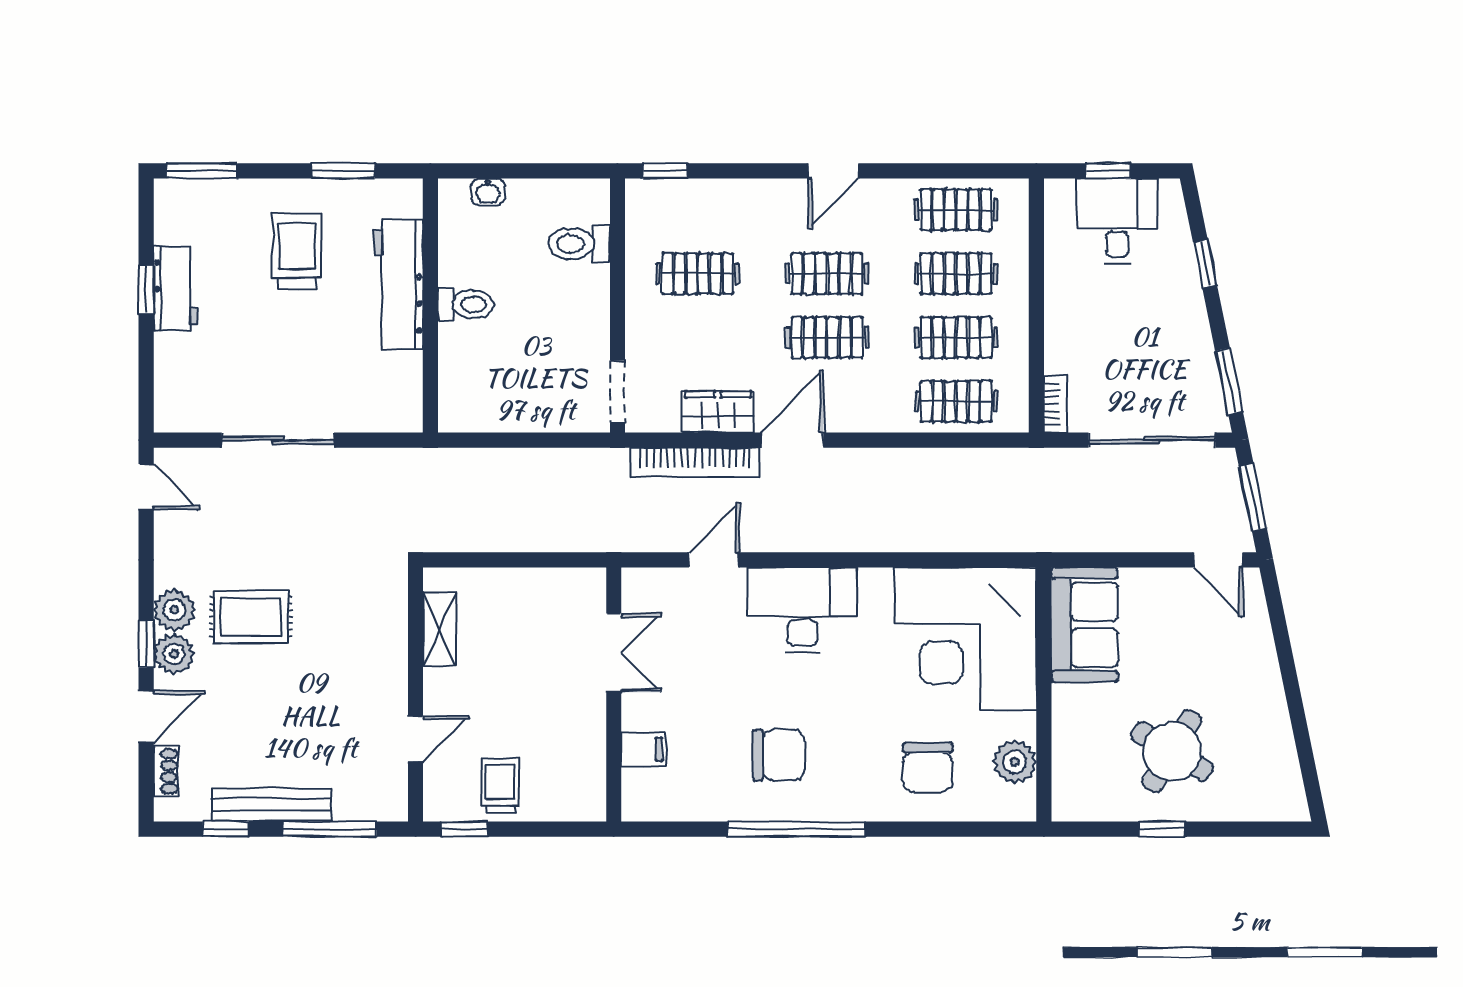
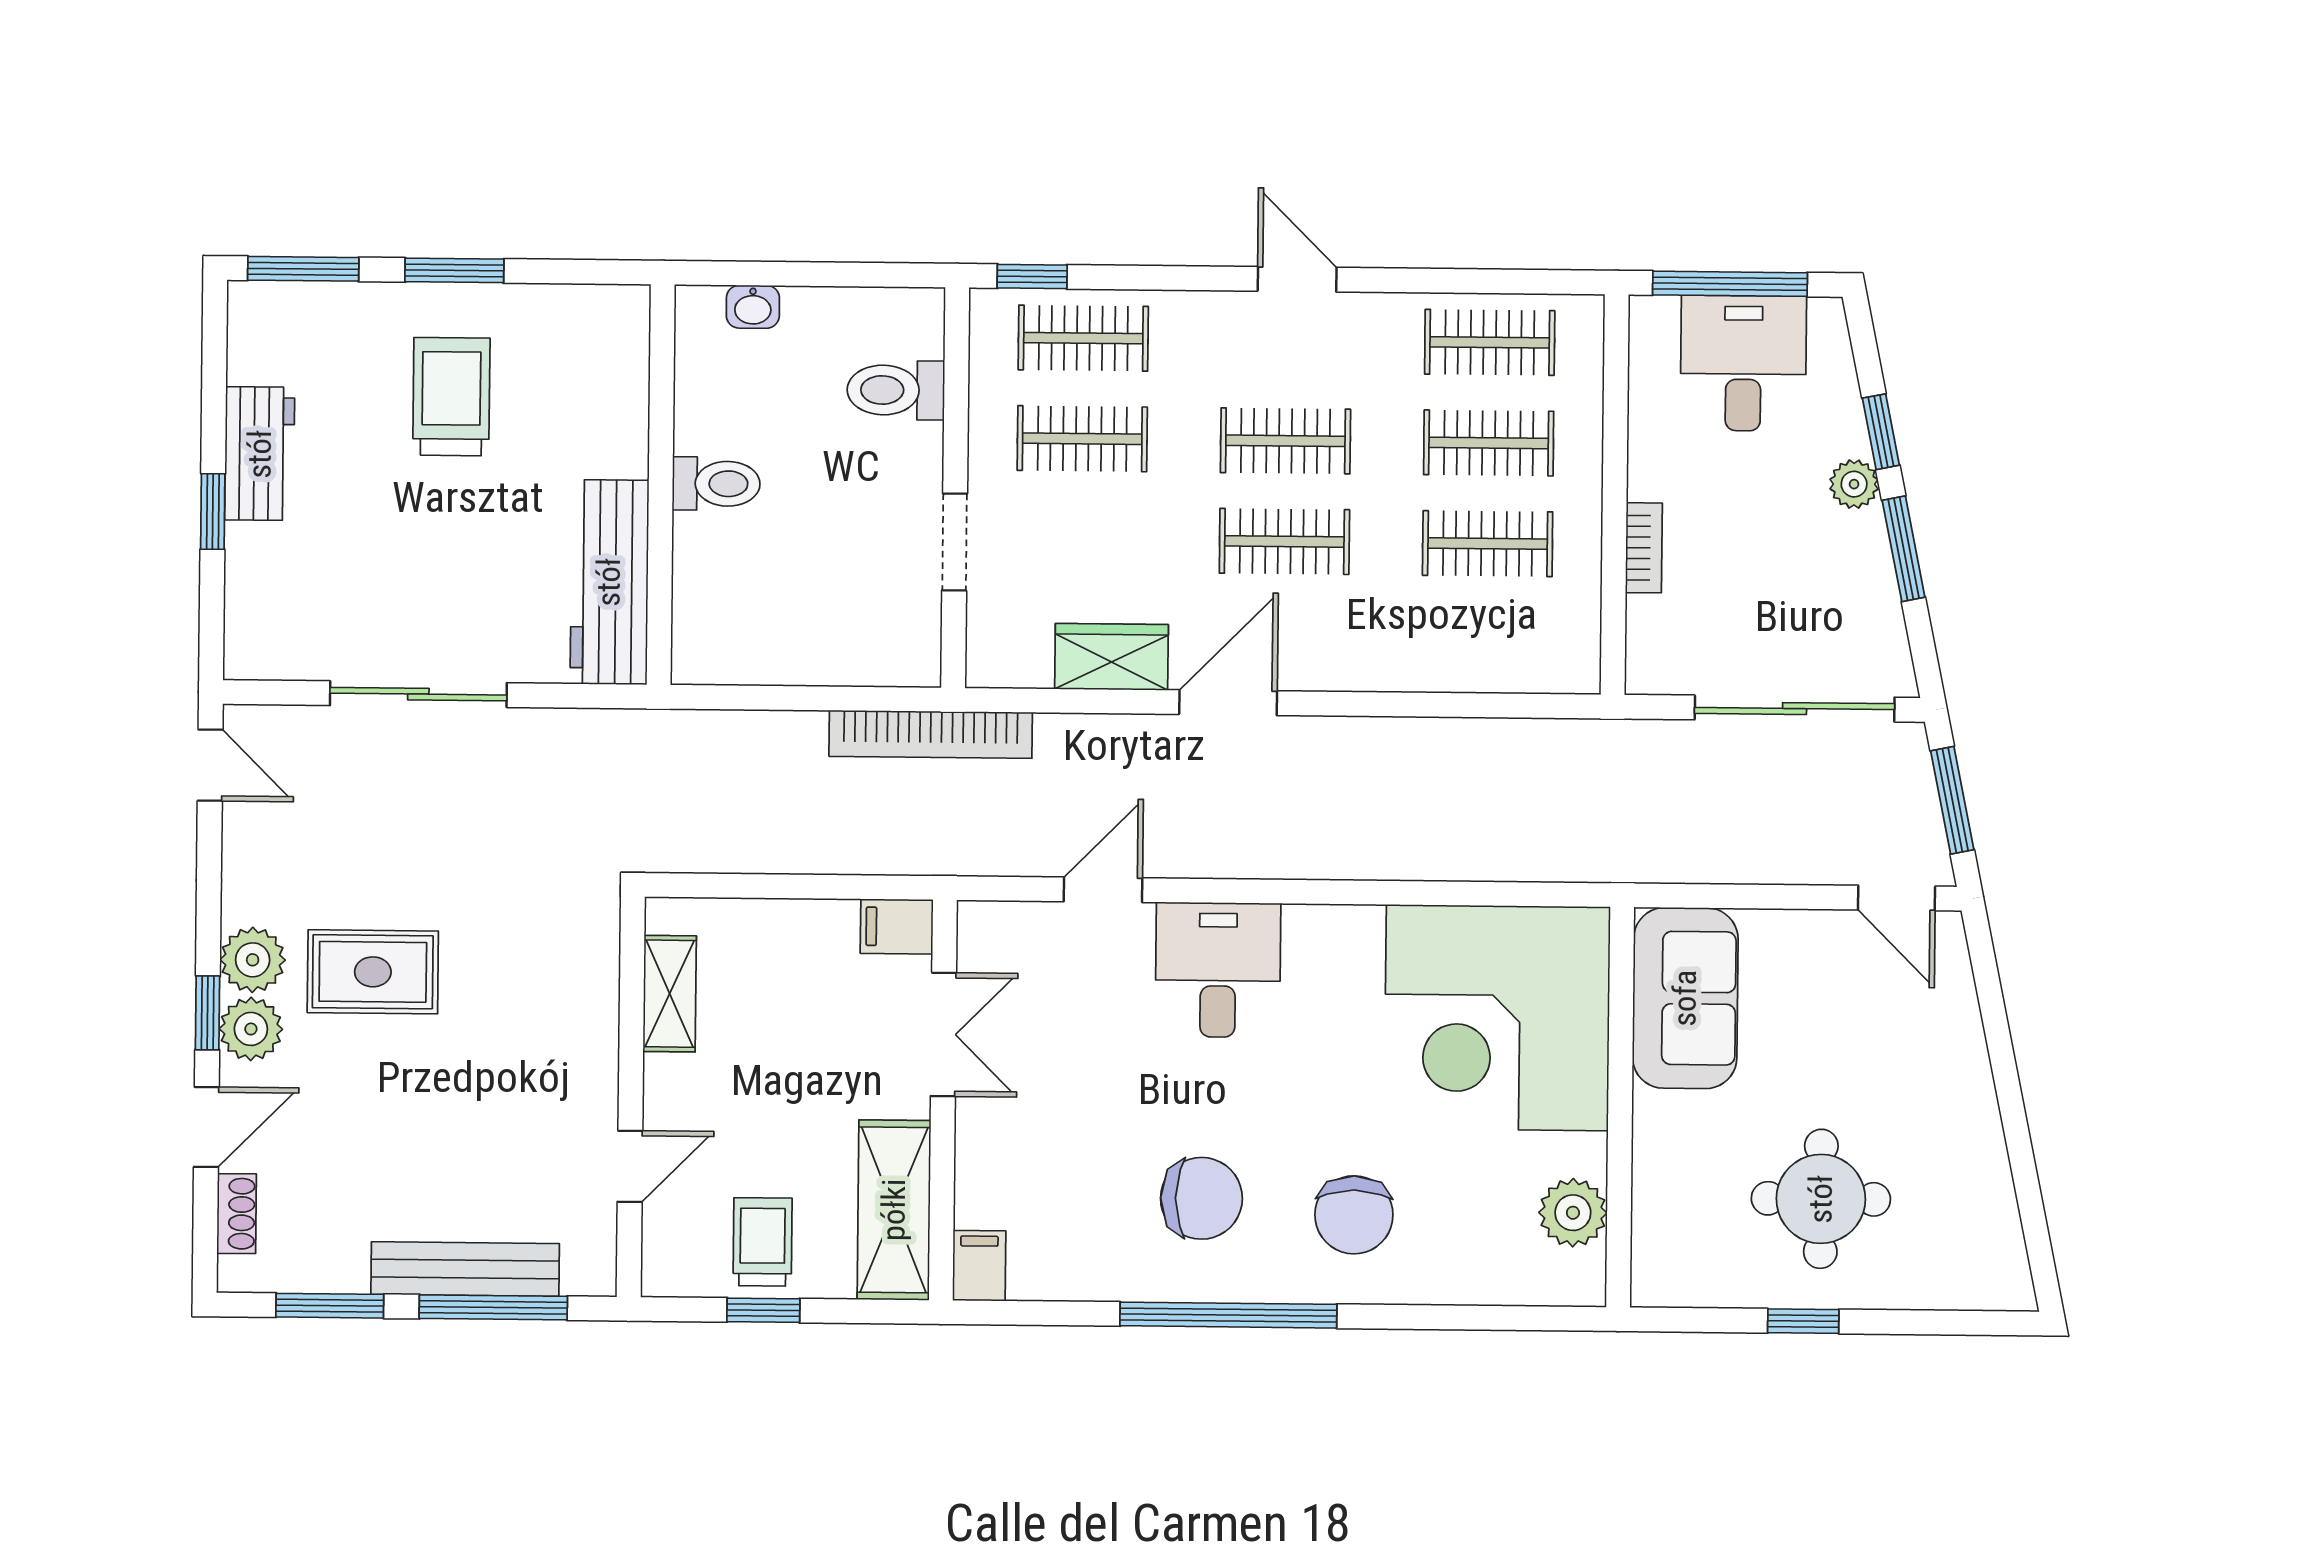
window: (343, 171) -> (454, 270), moved
door: (833, 171) -> (1297, 279), swing flipped
window: (1108, 171) -> (1730, 284), width x2.17
workbench: (399, 284) -> (609, 582), moved
window: (146, 290) -> (213, 511), moved
plant: (1188, 297) -> (1854, 484), added
window: (1229, 381) -> (1904, 549), moved
doorway: (617, 391) -> (955, 542), moved
clothes rail: (956, 401) -> (1083, 338), moved
bookcase: (1055, 404) -> (1644, 548), moved
bookcase: (695, 462) -> (931, 734), moved
filing cabinet: (583, 585) -> (897, 927), added
desk: (802, 610) -> (1218, 970), width x0.73
filing cabinet: (644, 749) -> (979, 1266), moved, turned -90
round table: (1172, 751) -> (1821, 1199), turned -31
shelving: (583, 765) -> (894, 1210), added
chair: (928, 768) -> (1354, 1215), moved
bench: (271, 805) -> (465, 1269), moved
window: (226, 829) -> (330, 1306), width x1.50
window: (464, 829) -> (763, 1310), moved

